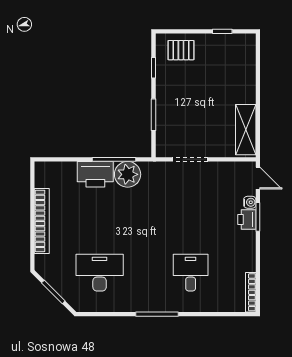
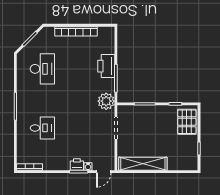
pallet: (181, 50) -> (187, 122), width x1.50, depth x1.42
shelving: (246, 130) -> (143, 164), width x1.47
plant: (128, 174) -> (106, 101), moved

